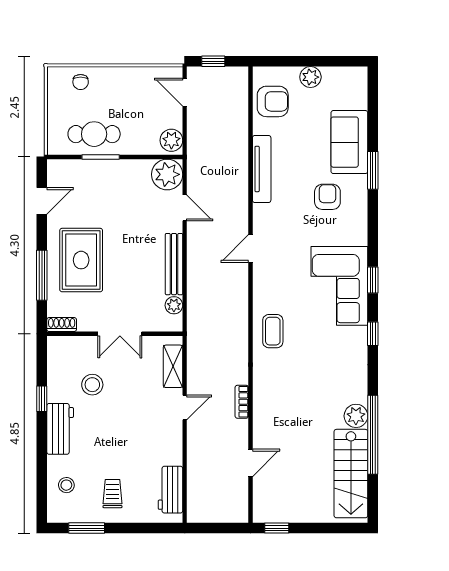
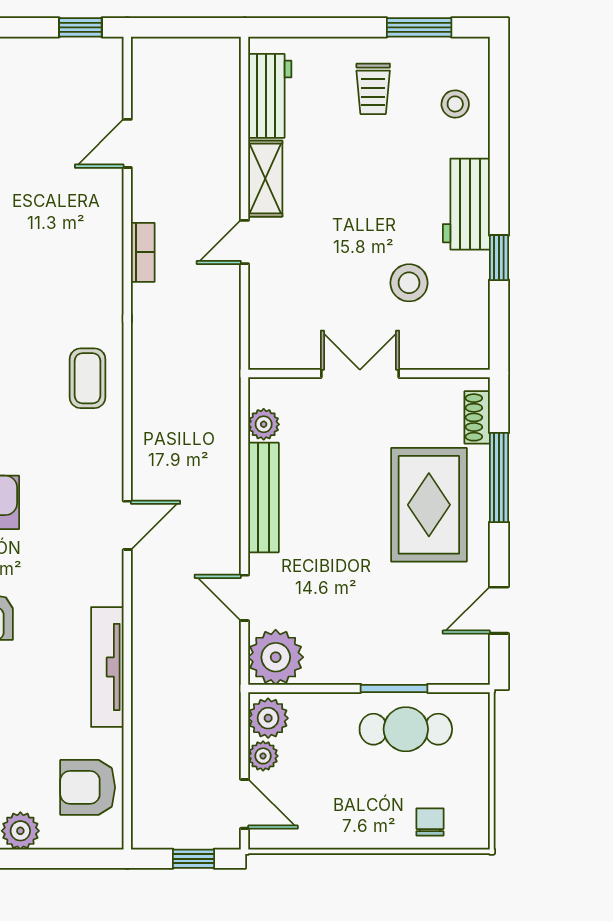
plant: (174, 119) -> (263, 756), added
shoe rack: (62, 325) -> (477, 417), moved, turned 90
shelving: (173, 366) -> (265, 179), moved

